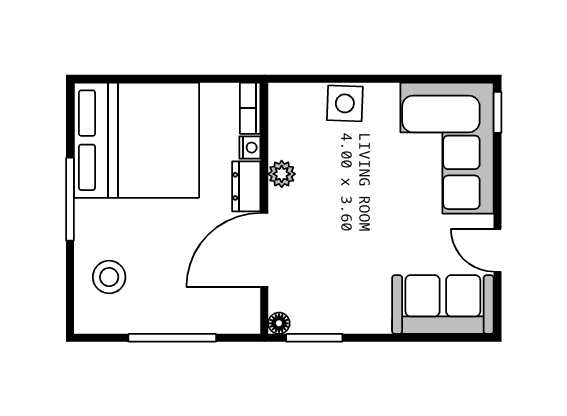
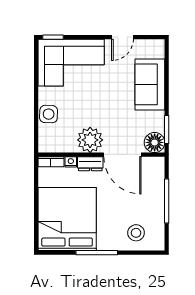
plant: (282, 174) -> (90, 140), width x1.88, depth x1.88
sofa: (443, 305) -> (150, 84), moved
floor lamp: (279, 323) -> (155, 142), width x1.89, depth x1.89

